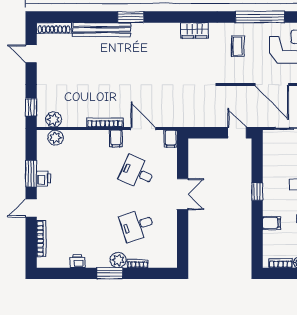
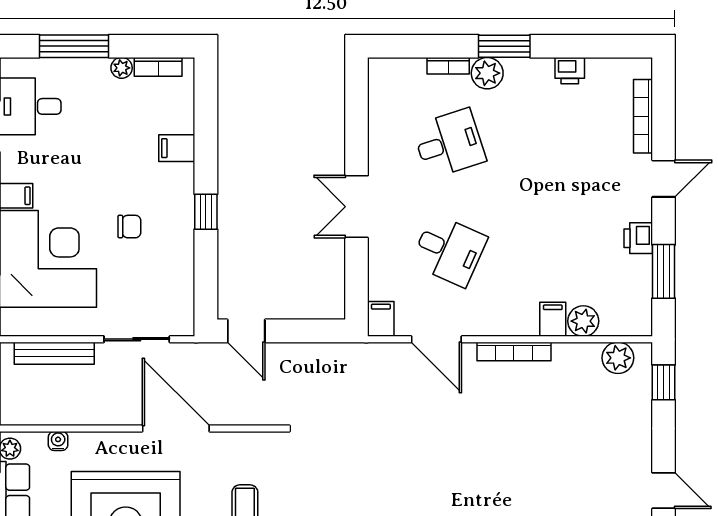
plant: (55, 138) -> (583, 321), moved
filing cabinet: (116, 138) -> (553, 319), moved
window: (31, 174) -> (664, 271), moved

